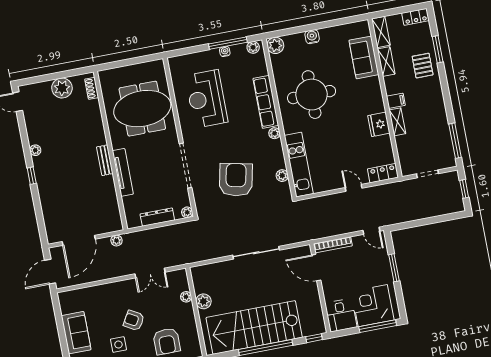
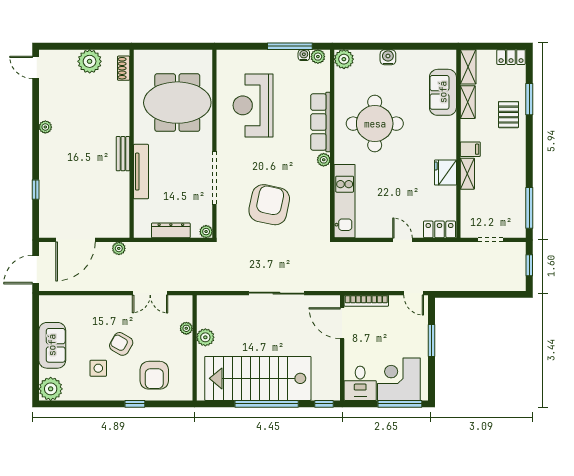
water cooler: (225, 51) -> (304, 55), moved
window: (32, 176) -> (36, 190), moved
plant: (282, 176) -> (323, 210), removed

